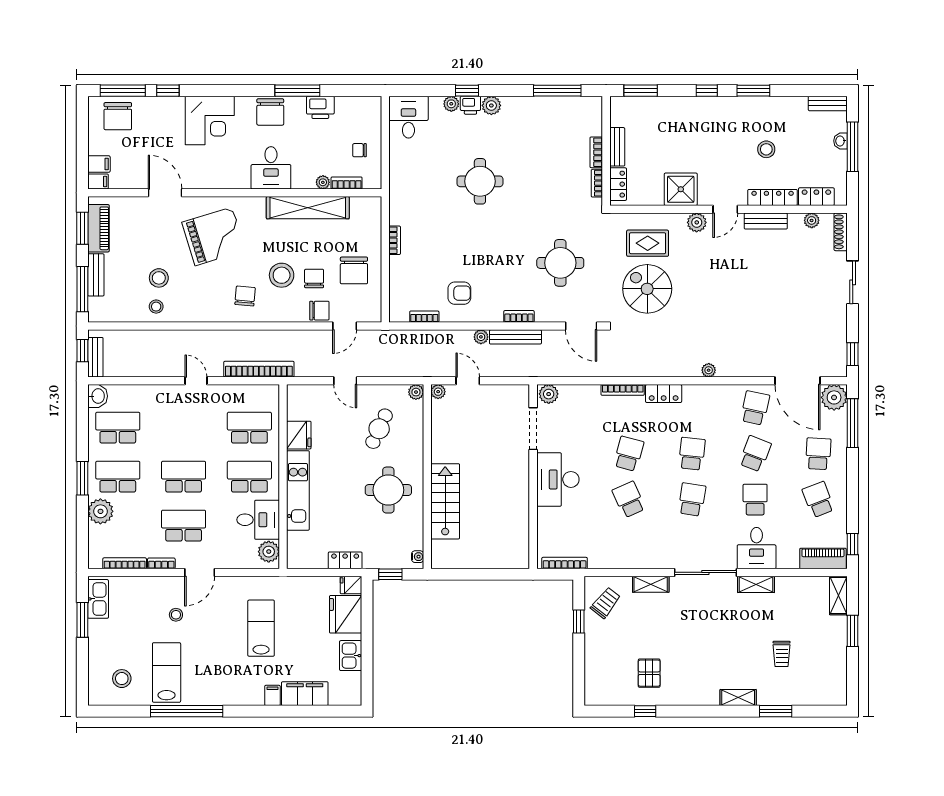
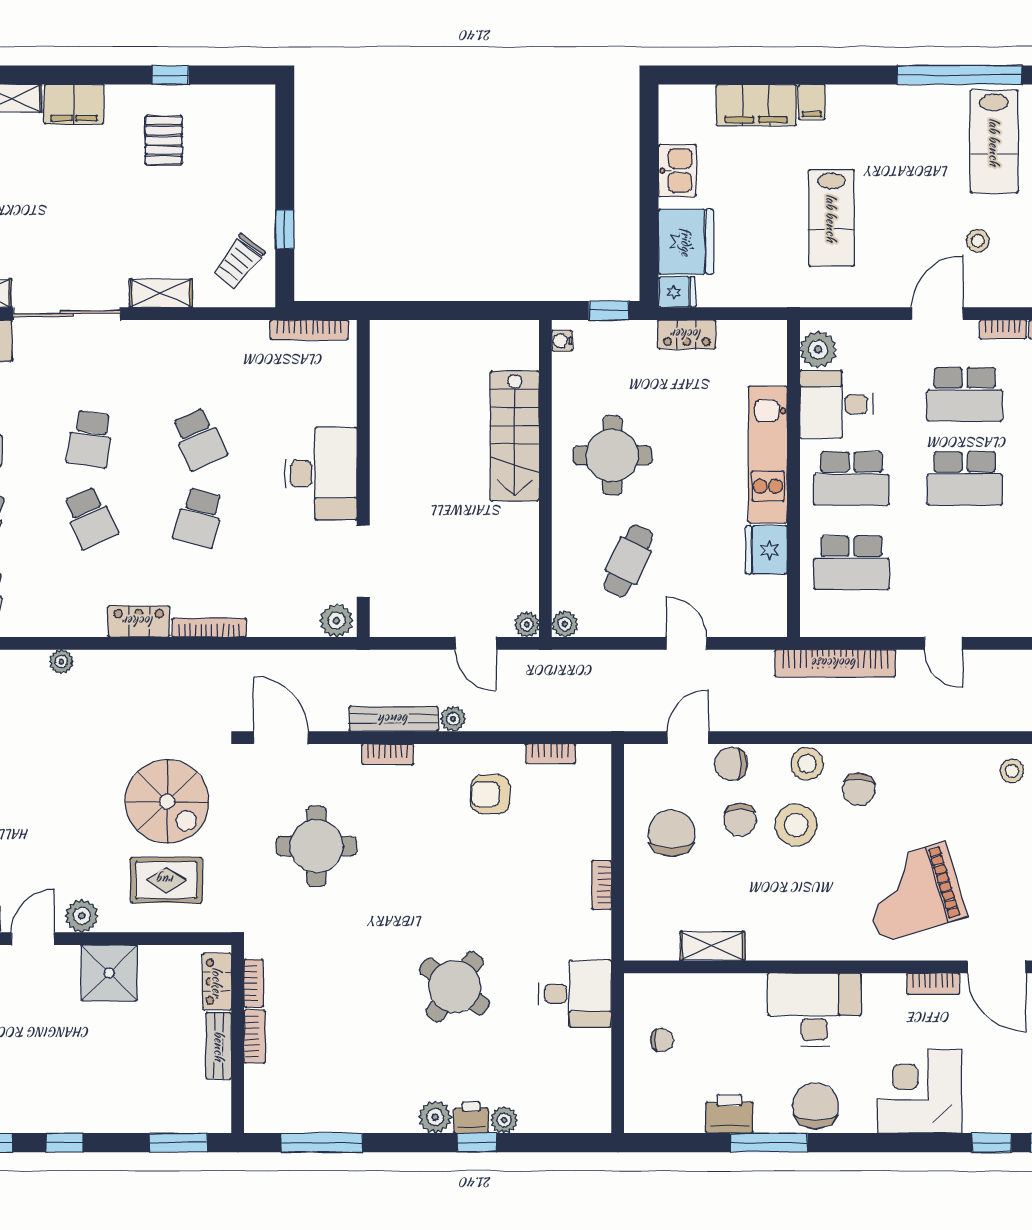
desk: (408, 117) -> (575, 994), moved, turned -90
desk: (271, 168) -> (814, 1010), width x1.37
round table: (480, 181) -> (455, 987), turned 36
plant: (323, 182) -> (725, 985), removed
bookcase: (347, 183) -> (933, 984), moved
shelving: (308, 208) -> (712, 946), width x0.45, depth x0.75
stool: (159, 278) -> (807, 764), moved
school desk: (692, 454) -> (90, 518), turned -30
filing cabinet: (701, 694) -> (74, 104), added

